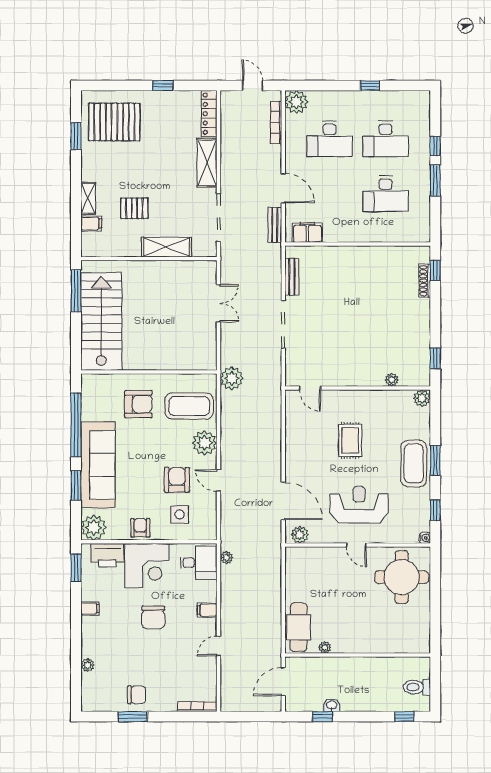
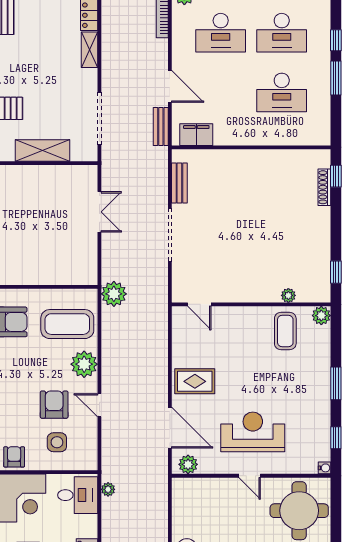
shelving: (207, 163) -> (89, 50), width x0.67, depth x0.75
rug: (350, 440) -> (195, 381), moved, turned 90
coffee table: (414, 464) -> (285, 331), moved, width x0.73, depth x0.76

